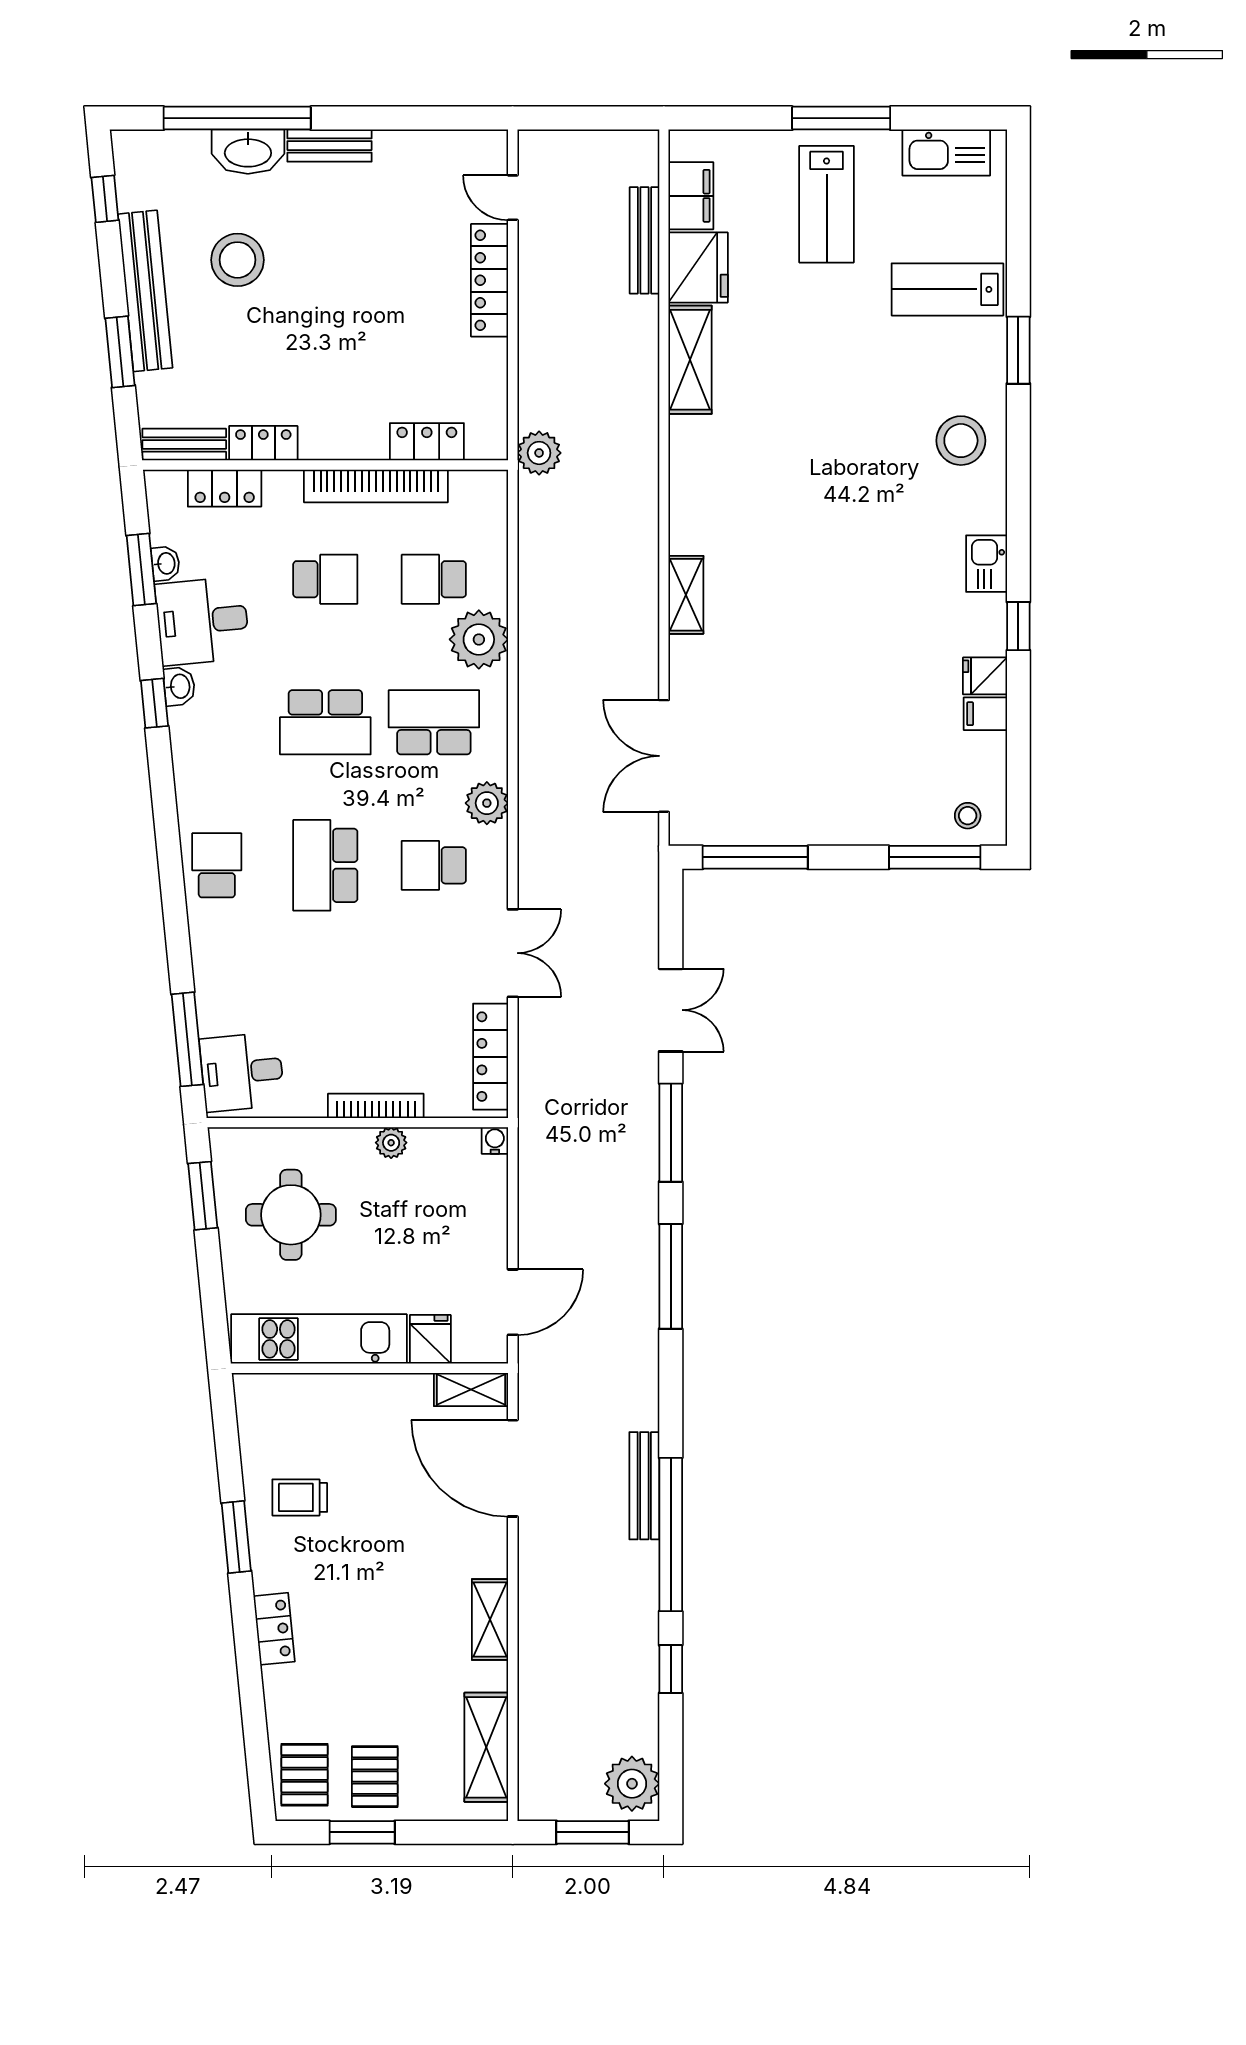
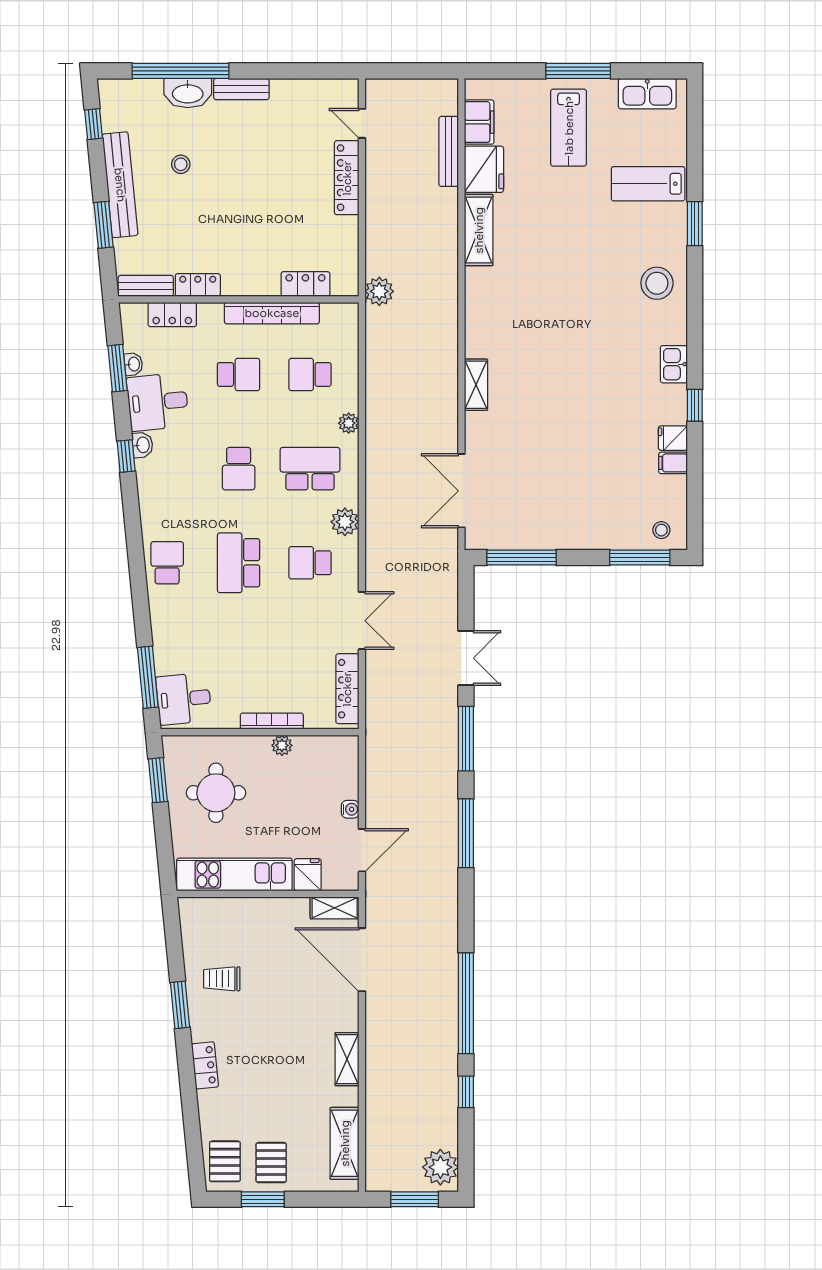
stool: (237, 260) -> (181, 164), width x0.53, depth x0.53
plant: (479, 639) -> (349, 423), width x0.53, depth x0.53
school desk: (325, 722) -> (239, 469), width x0.54
water cooler: (495, 1140) -> (350, 809), moved, turned 90
bench: (644, 1486) -> (449, 971), removed

